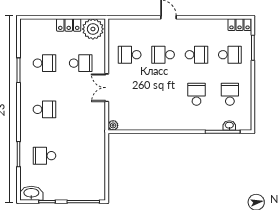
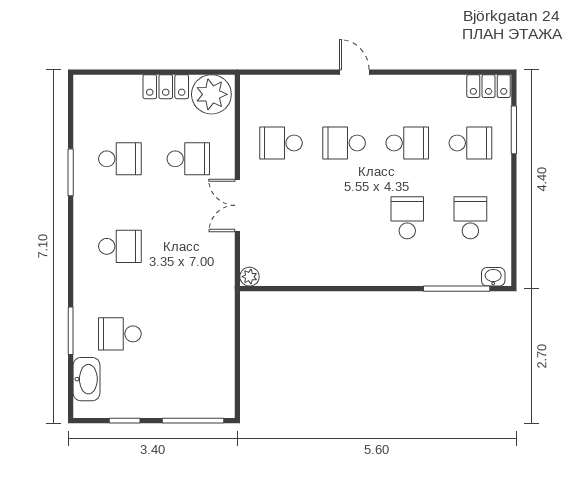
washbasin: (229, 125) -> (493, 277), moved
washbasin: (31, 193) -> (87, 379), moved, turned 90

